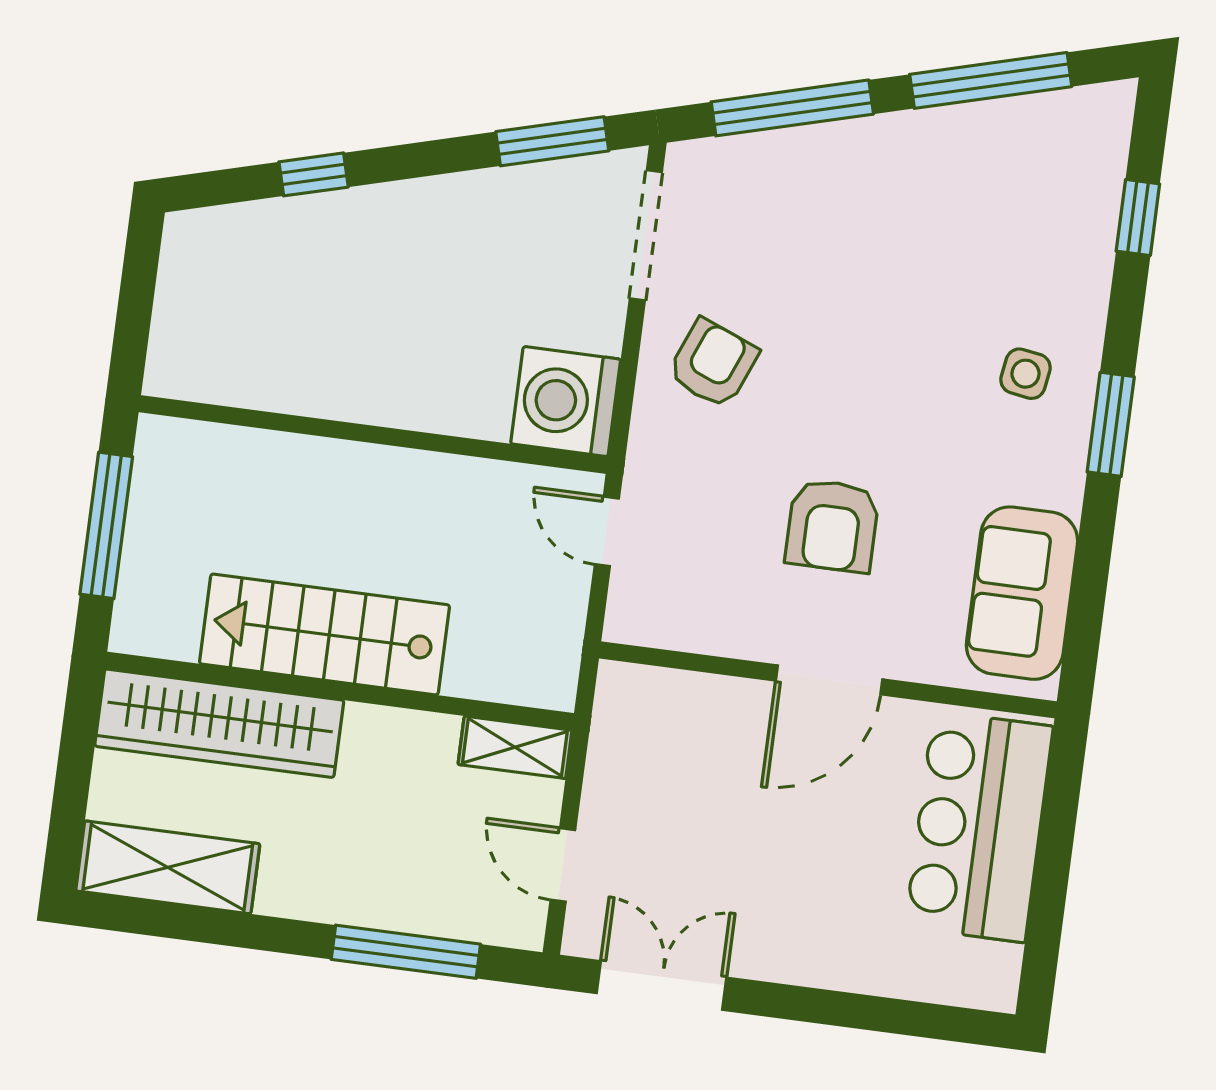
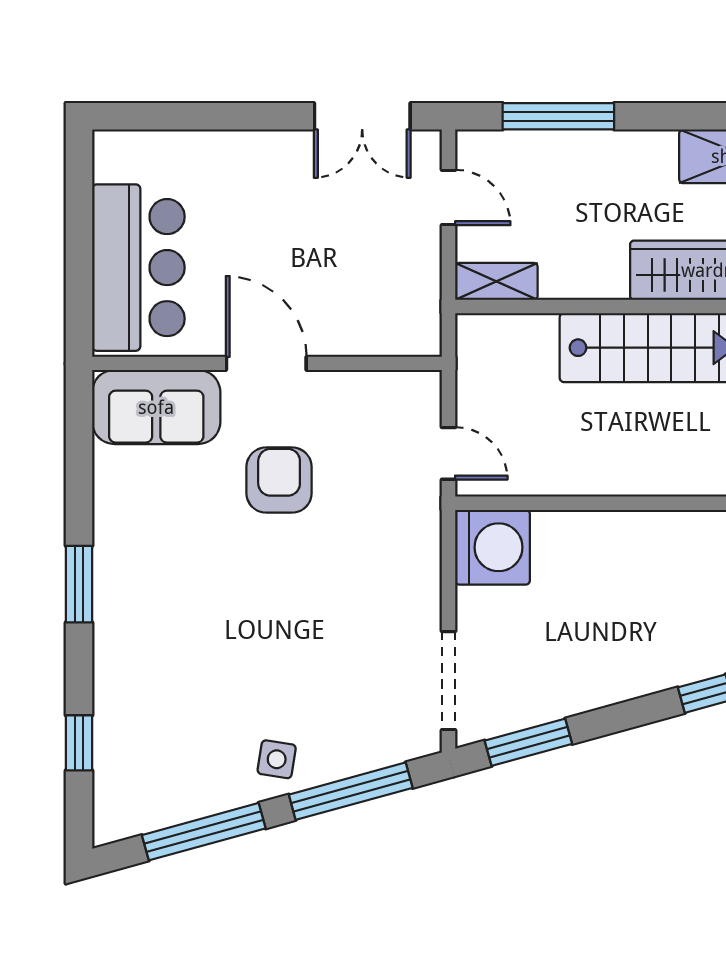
armchair: (713, 364) -> (385, 591), removed
side table: (1026, 374) -> (277, 759), moved
sofa: (1022, 593) -> (156, 407), moved, turned 90
door: (829, 680) -> (266, 363), hinge flipped

